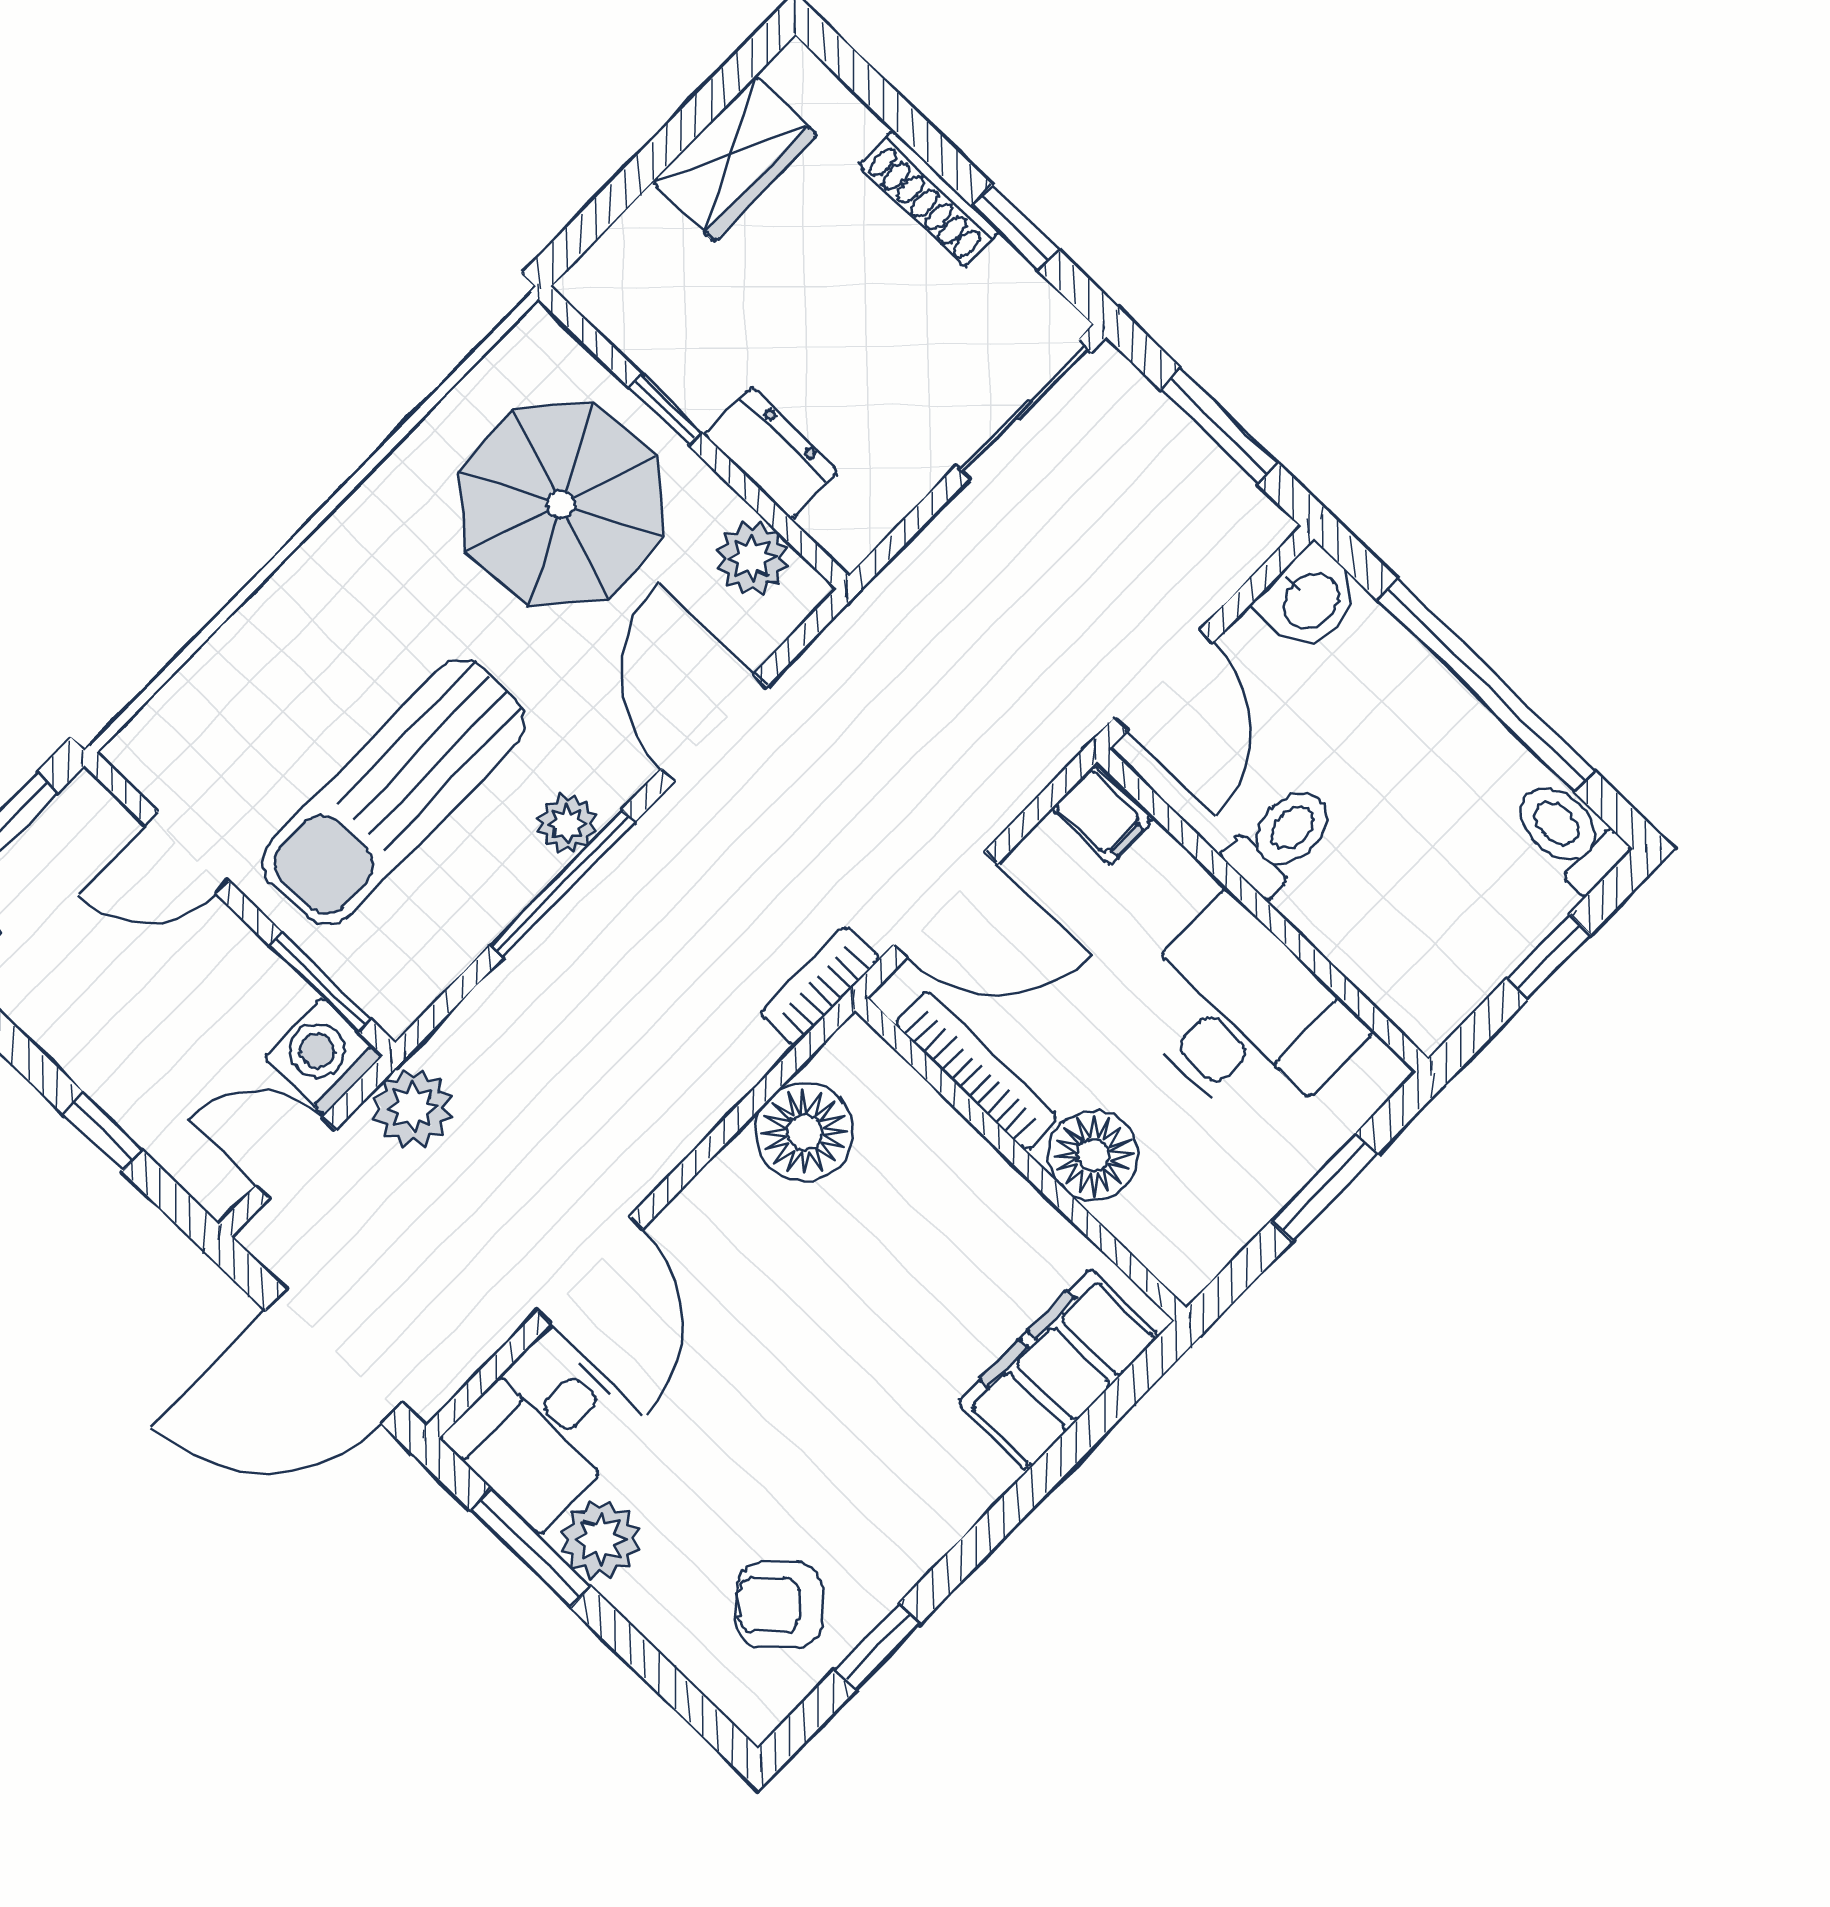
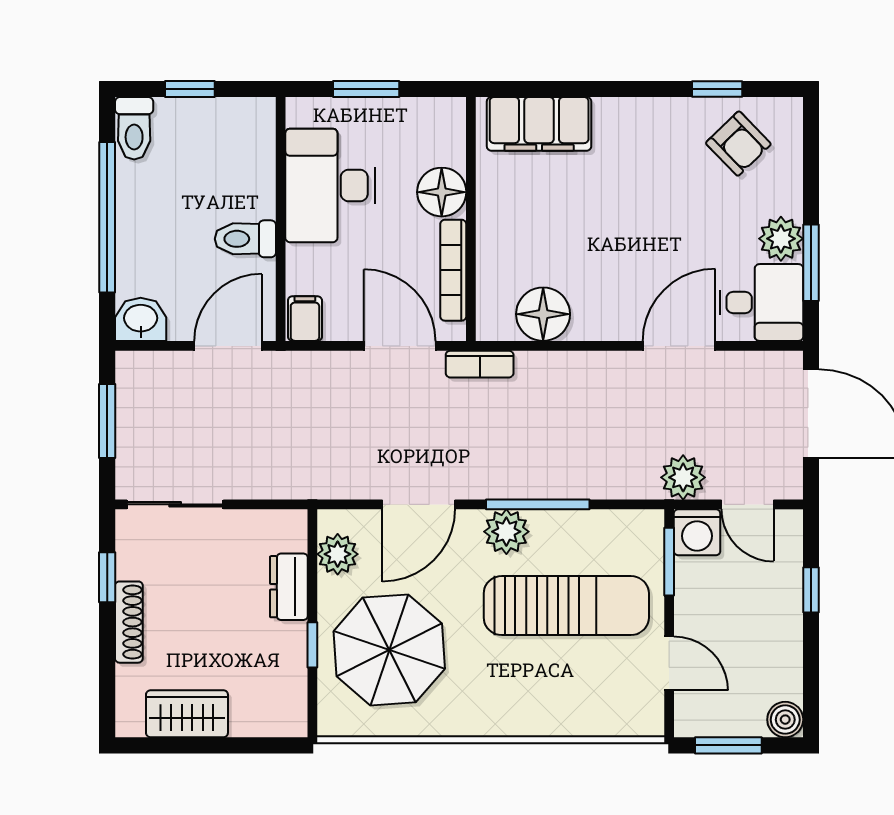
plant: (567, 824) -> (506, 532), width x1.38, depth x1.38

